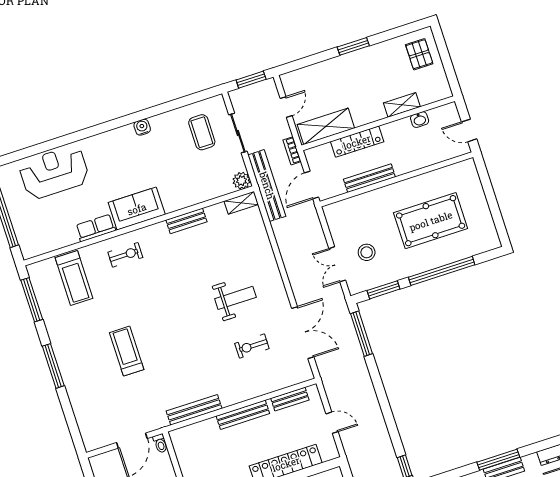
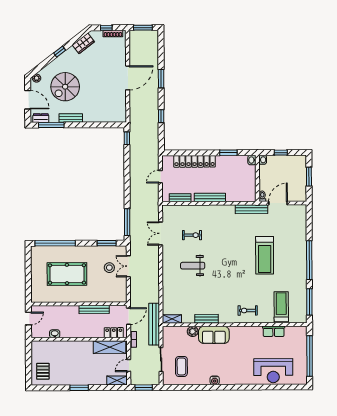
shelving: (402, 105) -> (117, 381), moved
door: (469, 130) -> (28, 318), hinge flipped
locker: (357, 142) -> (114, 333), moved, width x0.66
plant: (241, 181) -> (193, 331), moved
sofa: (137, 209) -> (214, 335), moved
row of seats: (96, 228) -> (274, 331), moved
double door: (337, 264) -> (128, 266), swing flipped
window: (442, 271) -> (55, 243), moved
double door: (303, 333) -> (161, 233), width x0.73
treadmill: (127, 351) -> (265, 255), width x1.37, depth x1.38
window: (53, 366) -> (309, 260), width x1.46
bench: (194, 410) -> (251, 209), moved
door: (332, 423) -> (160, 177), hinge flipped
window: (498, 460) -> (51, 125), moved

